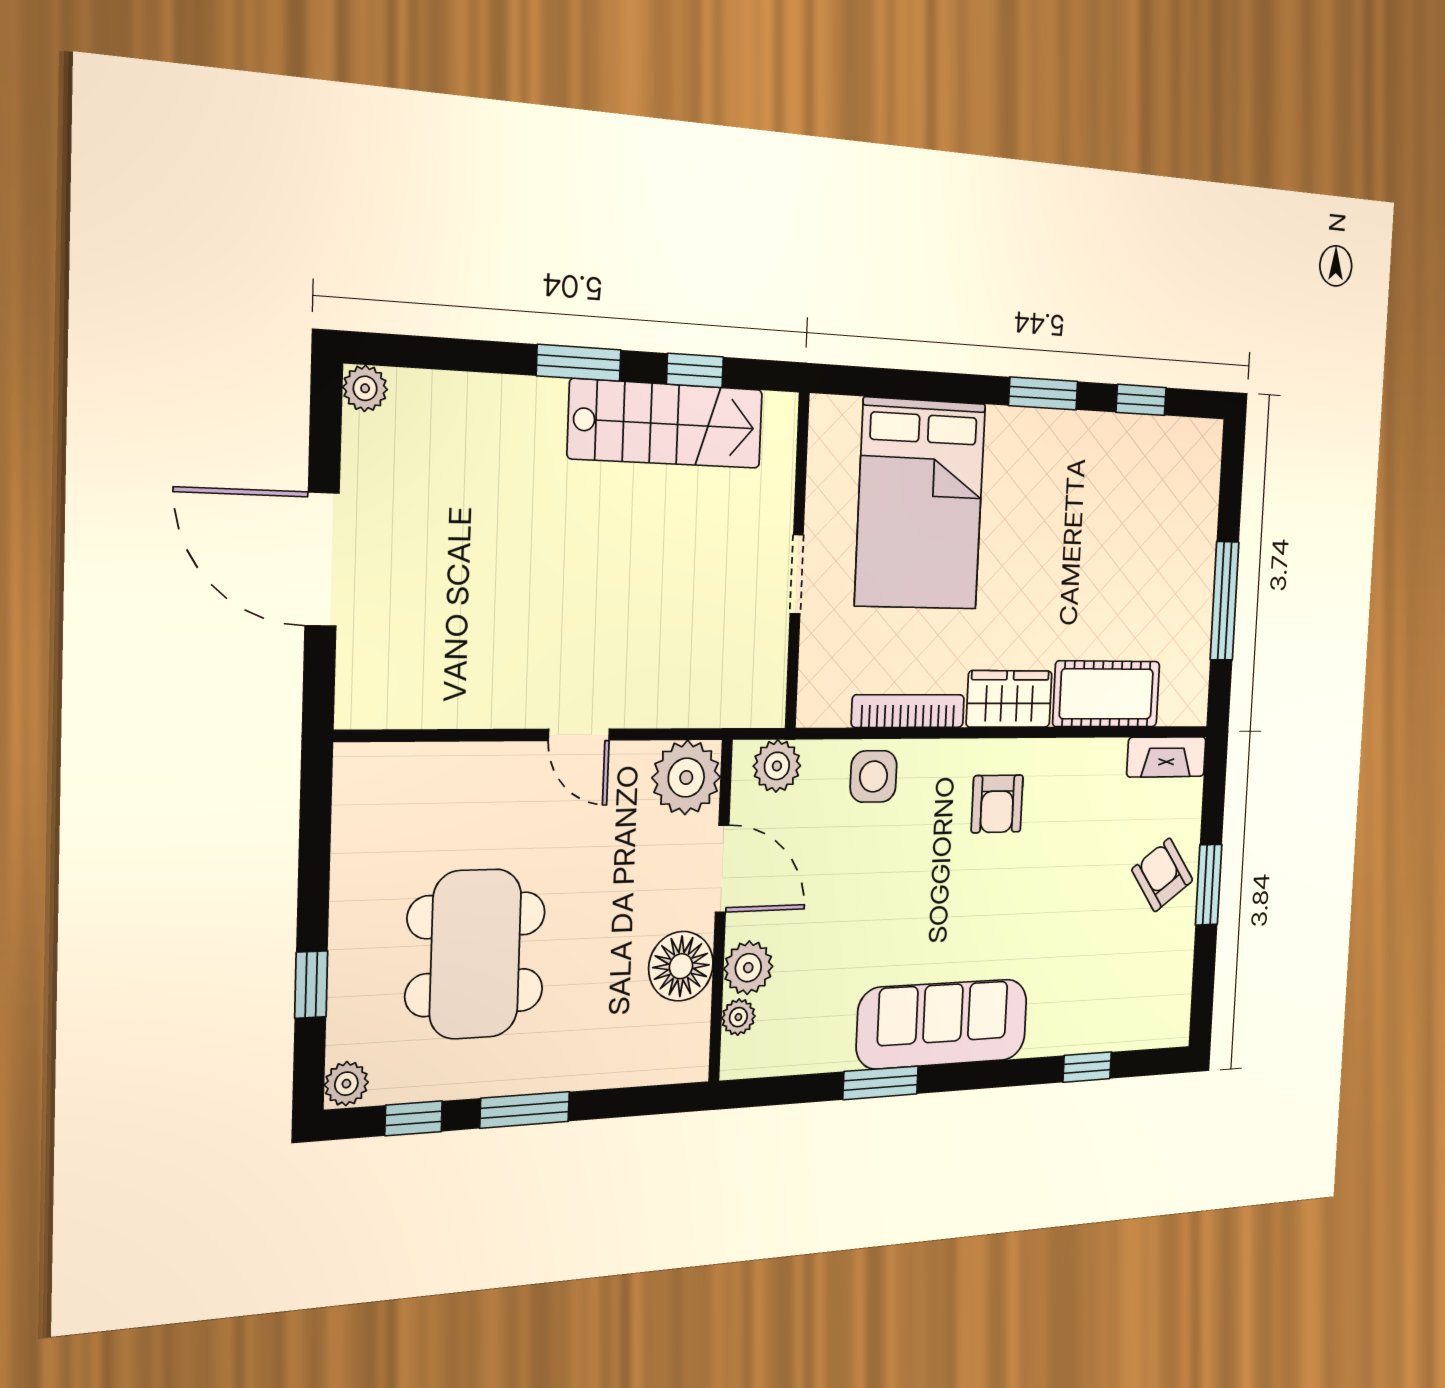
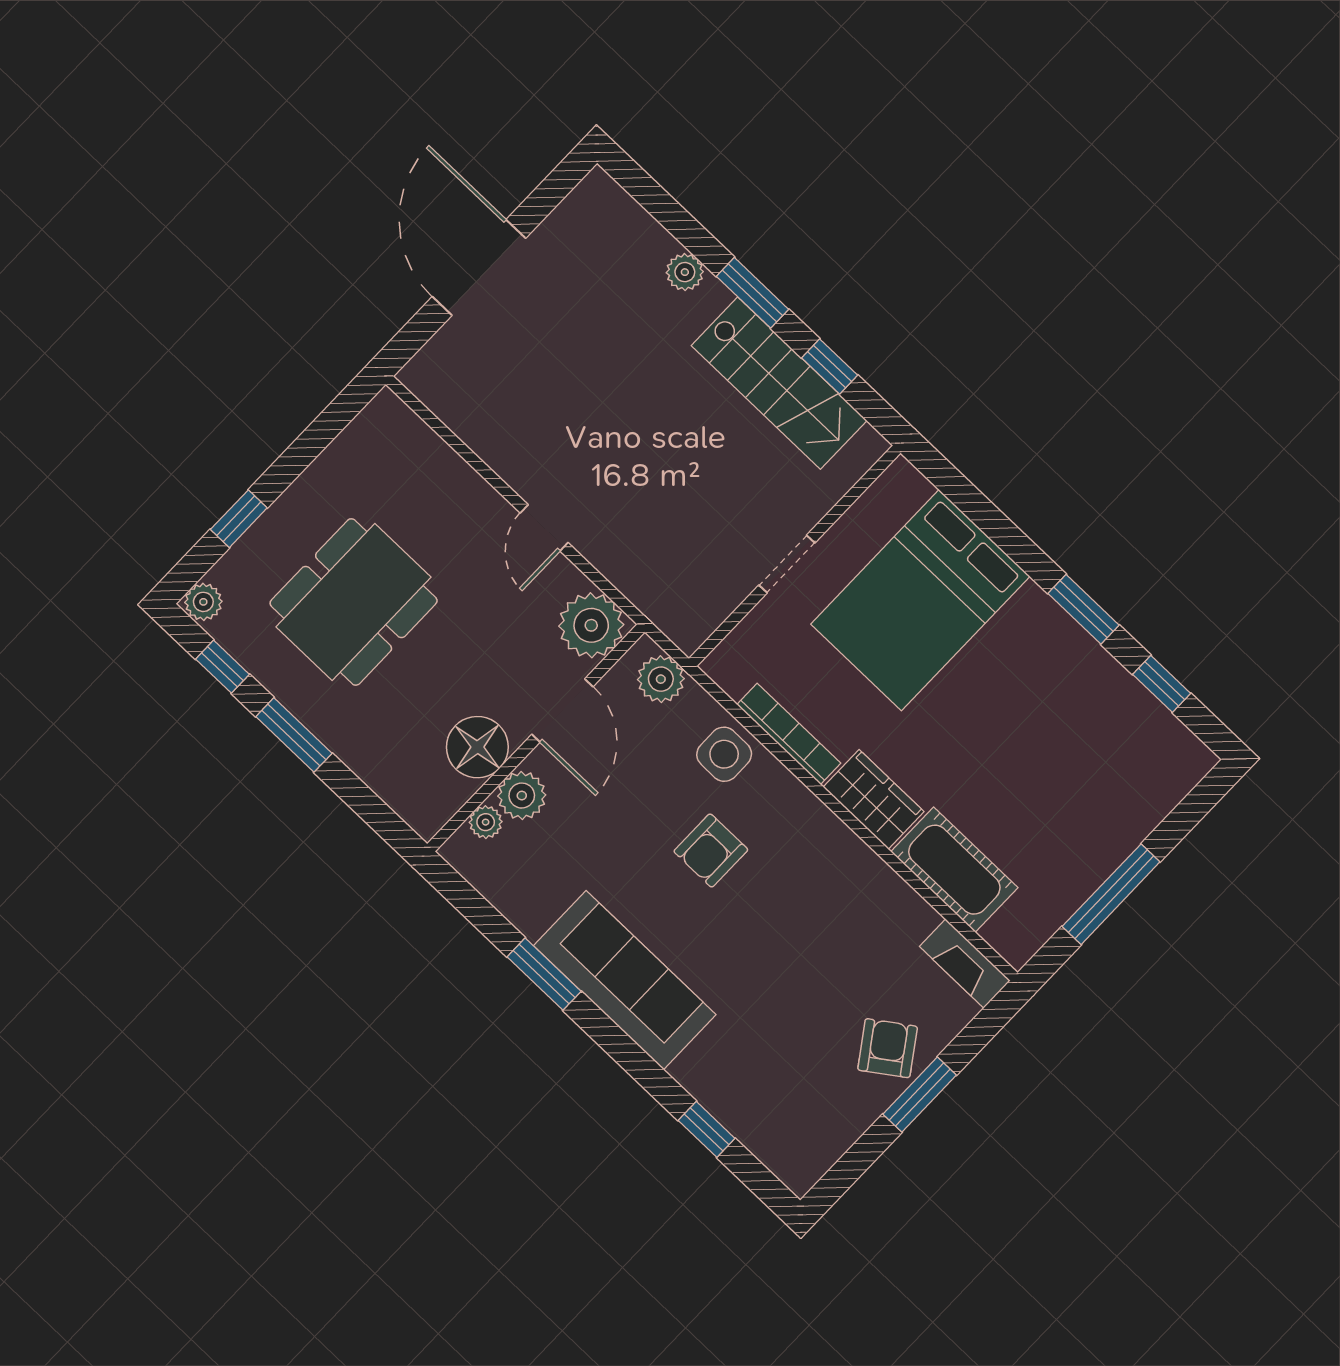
plant: (365, 388) -> (685, 272), moved
armchair: (997, 804) -> (711, 850), moved

